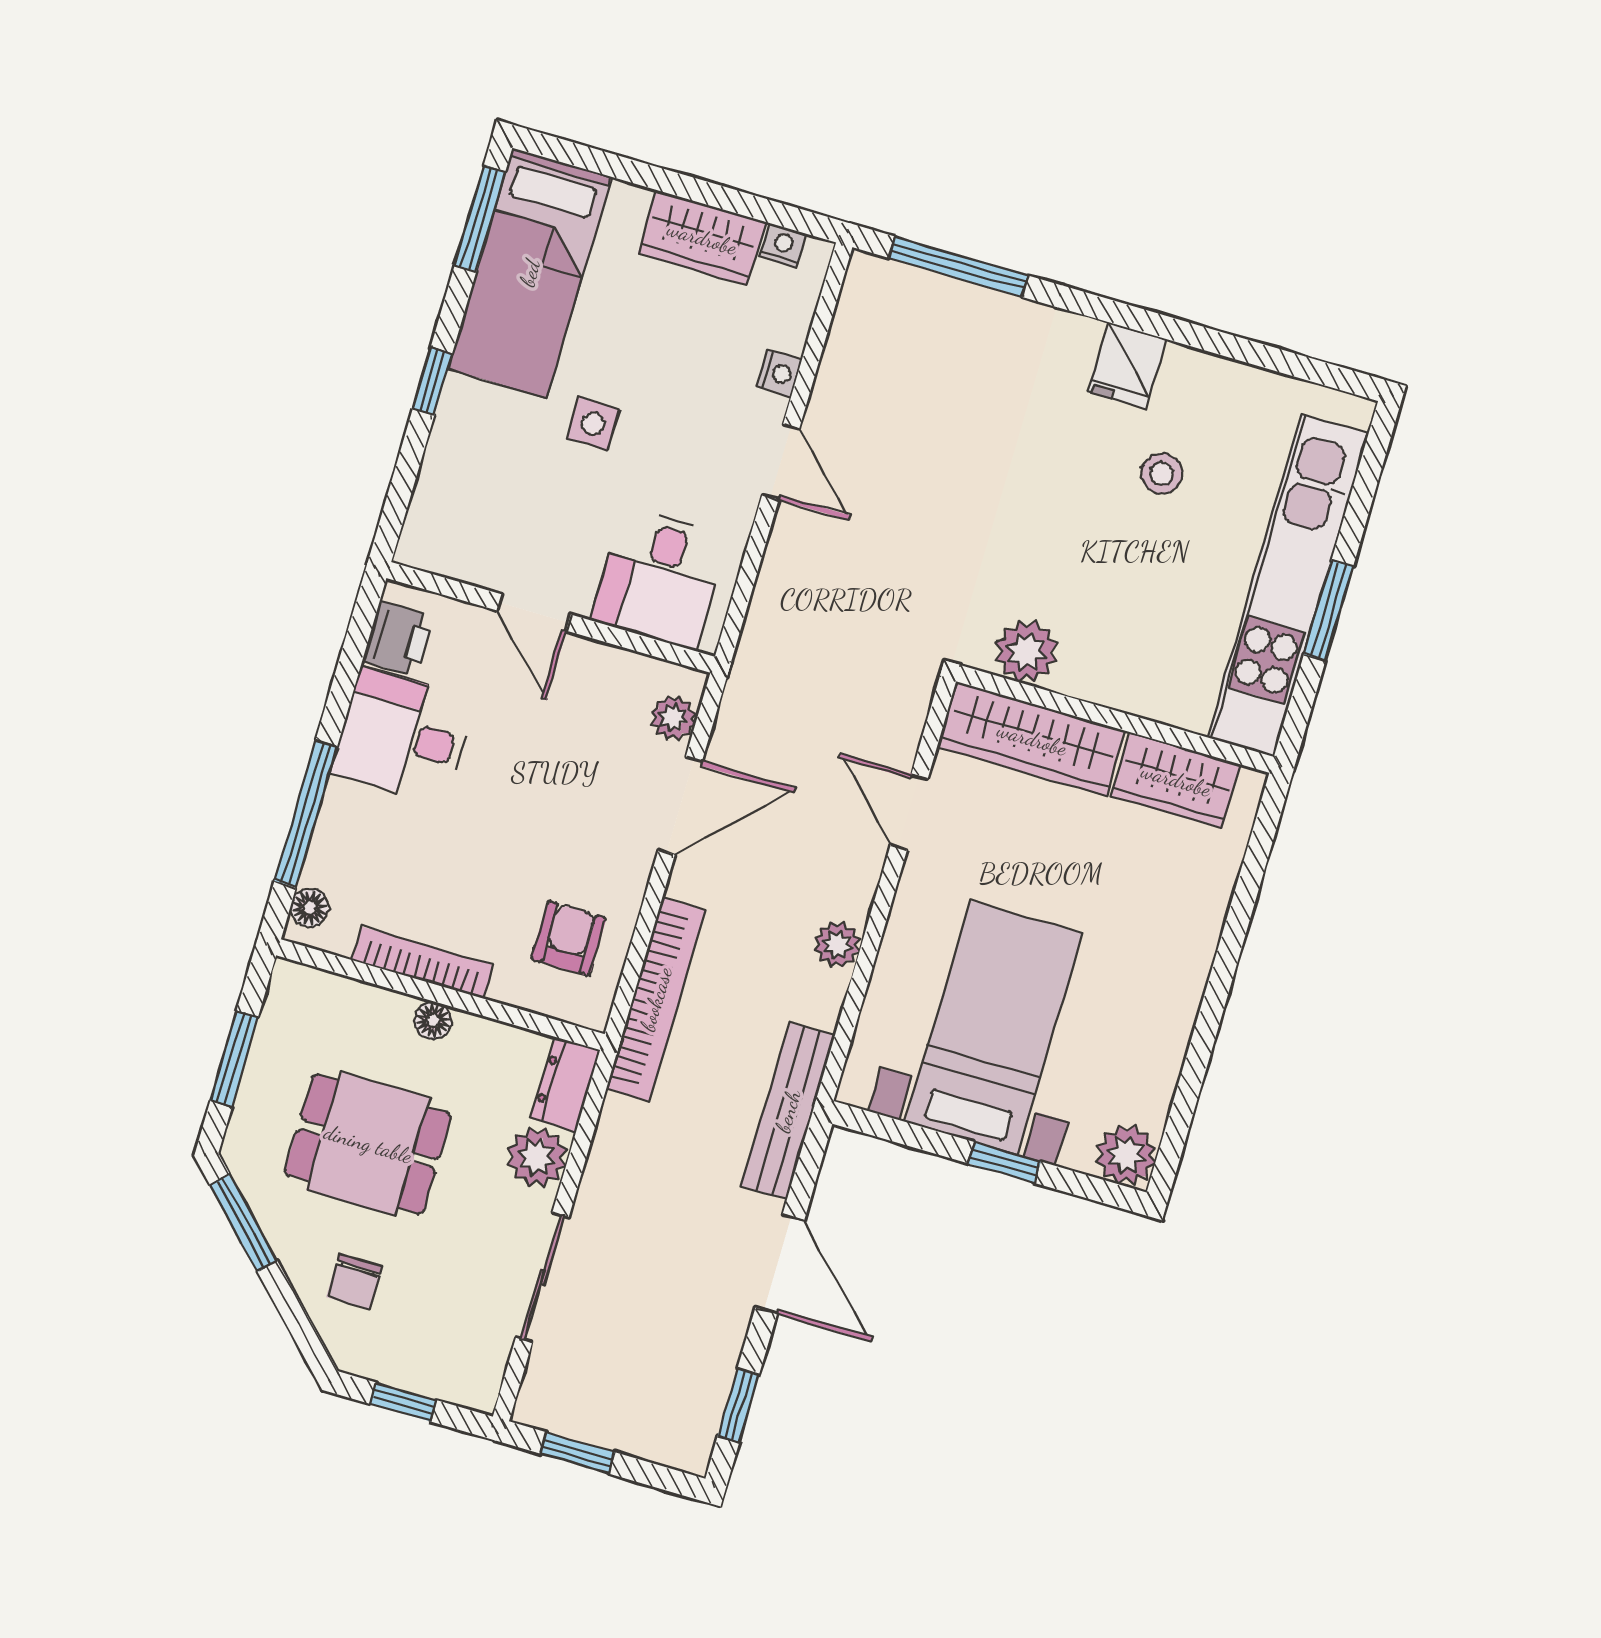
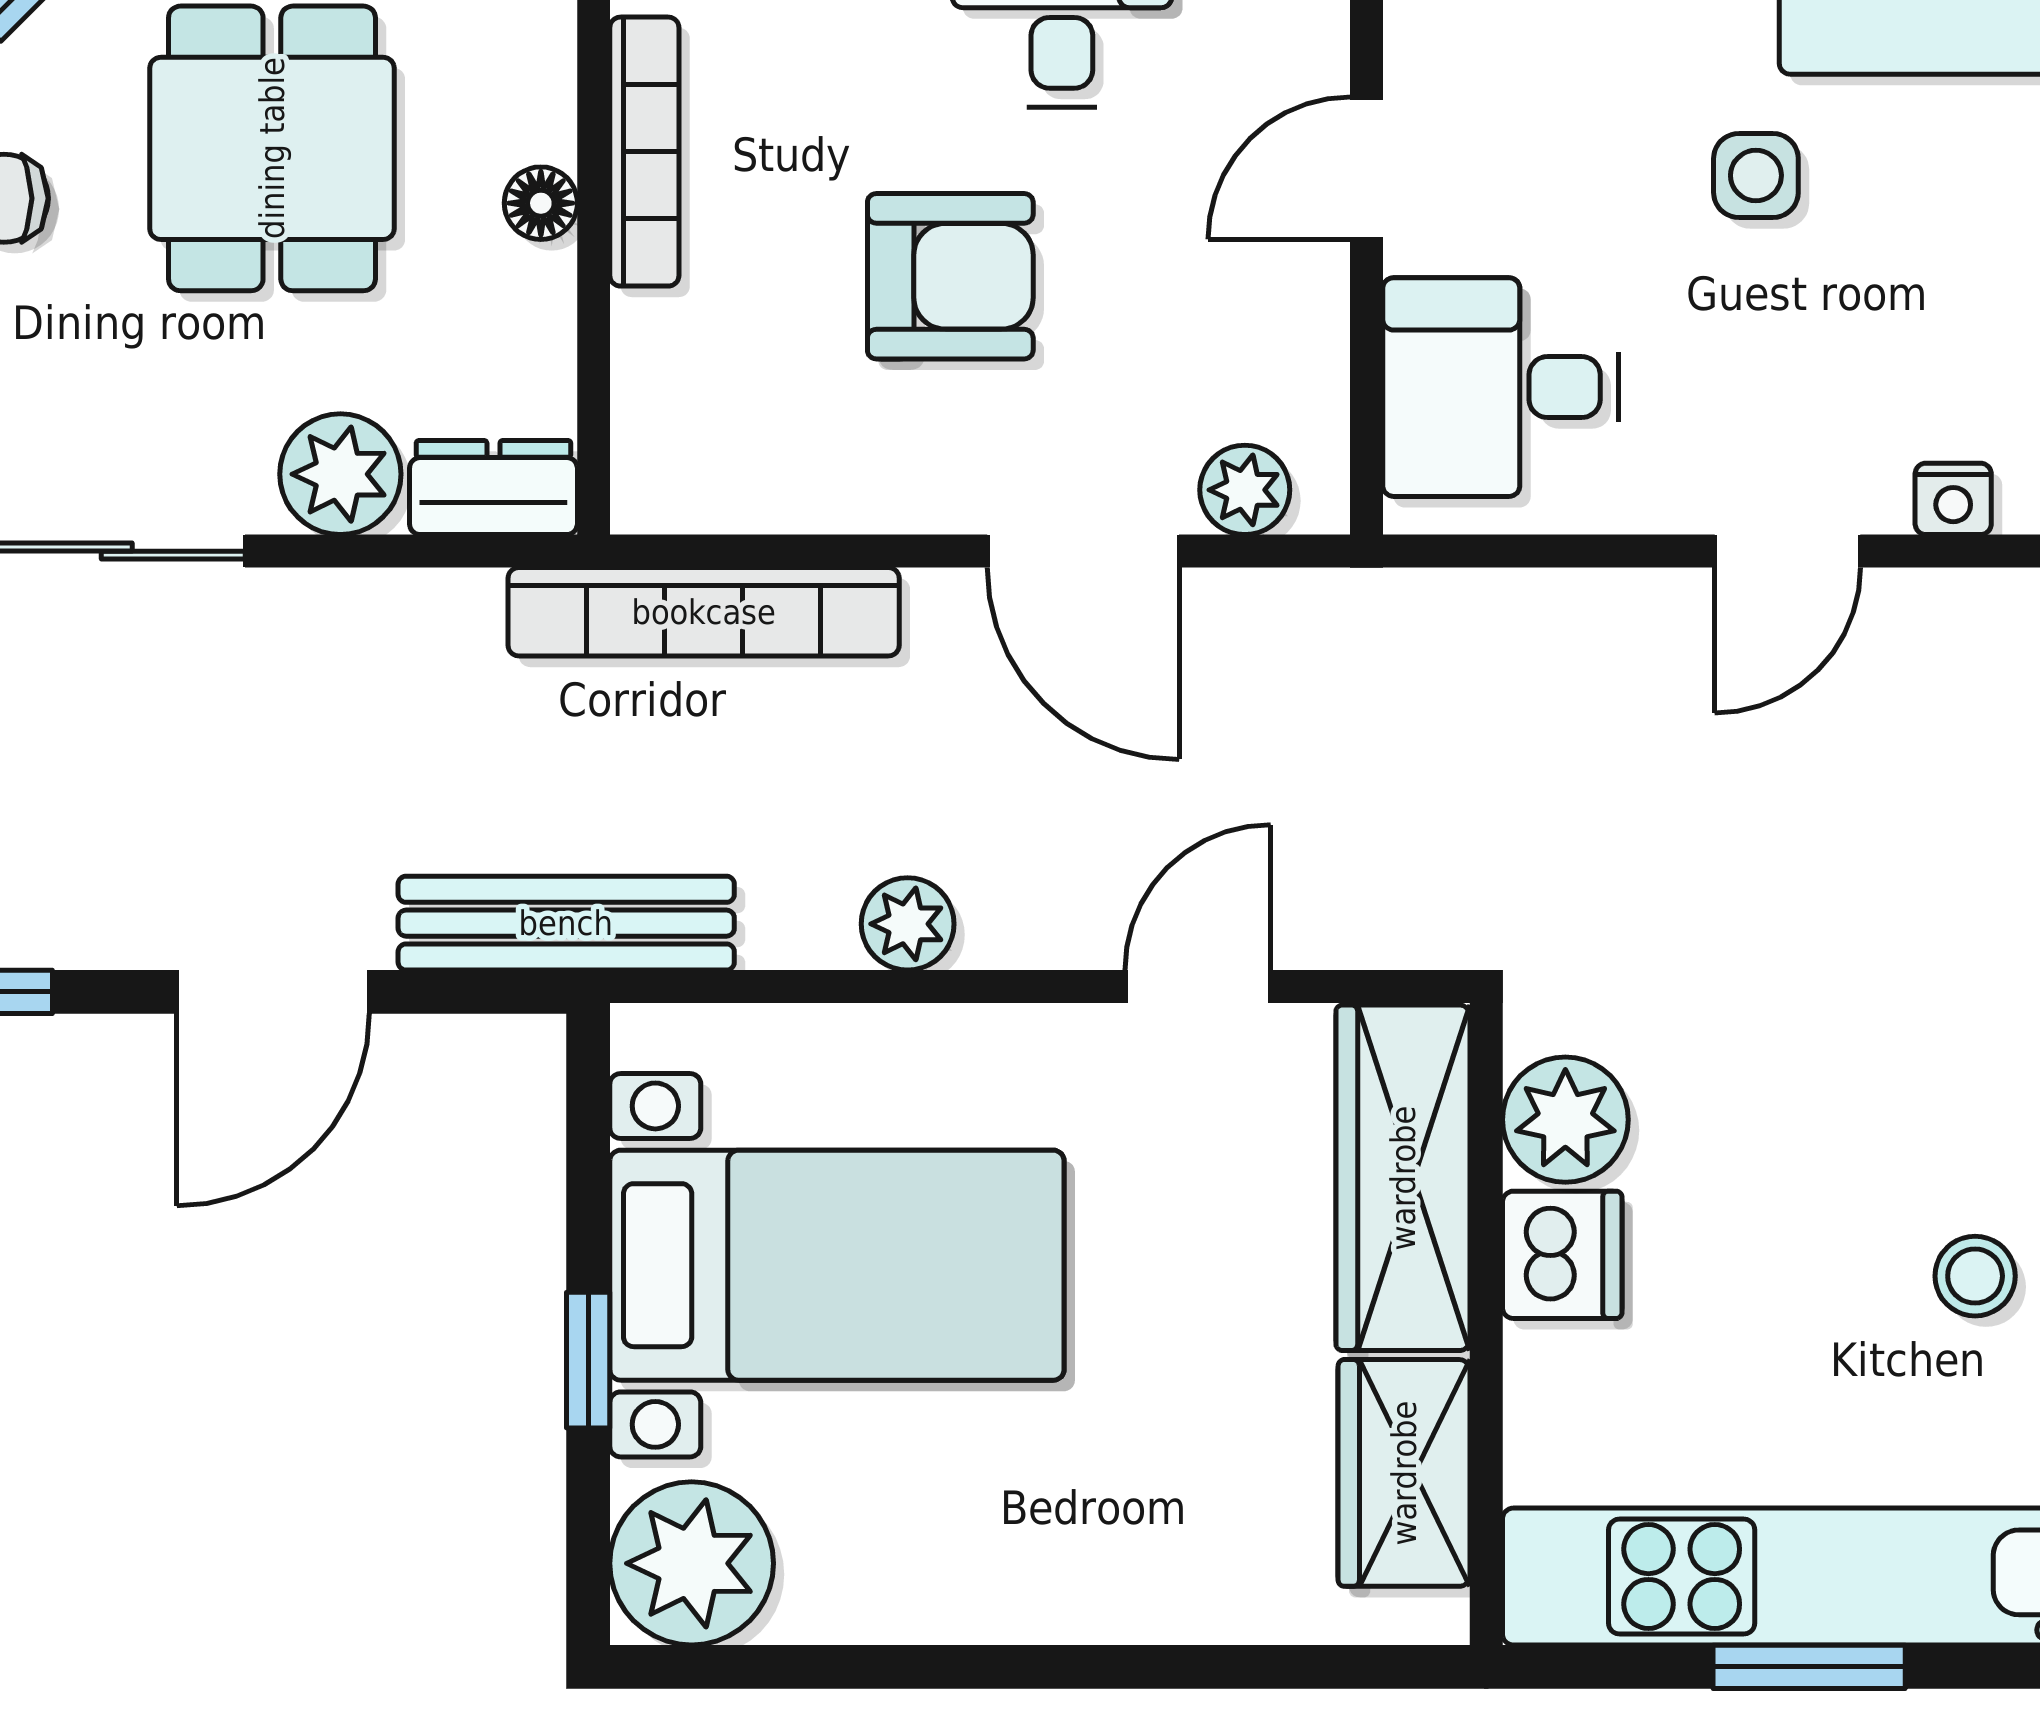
dishwasher: (1092, 672) -> (1562, 1255), added
armchair: (569, 938) -> (950, 276), moved, width x1.38, depth x1.38
plant: (1126, 1155) -> (692, 1563), width x1.36, depth x1.36

